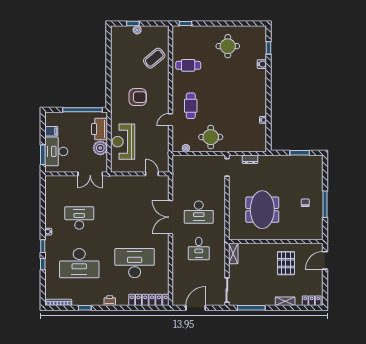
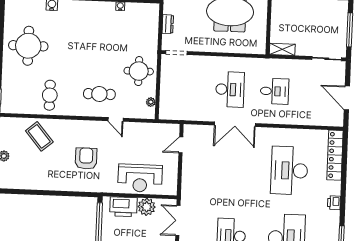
round table: (228, 46) -> (28, 46), width x1.36, depth x1.36
double door: (90, 174) -> (178, 220), swing flipped

